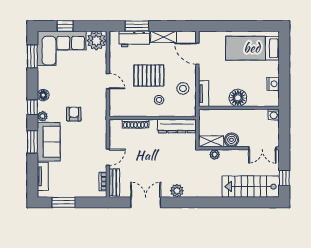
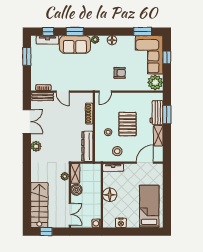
door: (108, 81) -> (105, 92), moved
window: (32, 107) -> (48, 32), moved
armchair: (74, 114) -> (120, 73), moved
double door: (262, 148) -> (70, 214), swing flipped

